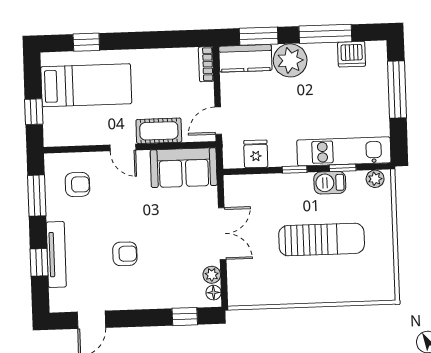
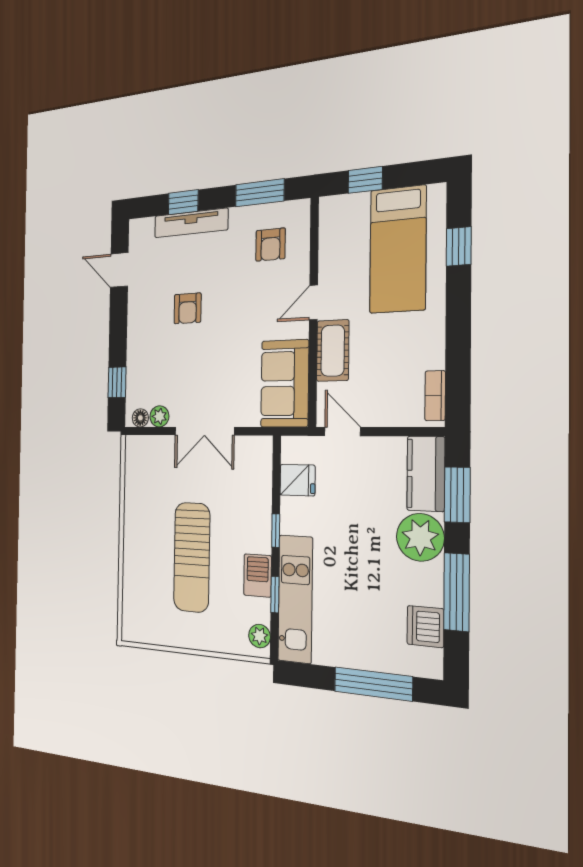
bookcase: (206, 64) -> (435, 396), moved, turned -90

